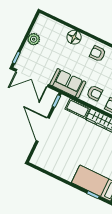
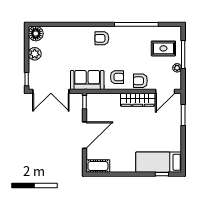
floor lamp: (74, 37) -> (36, 33), moved
cot: (78, 108) -> (98, 166), moved
door: (43, 129) -> (84, 135), swing flipped

